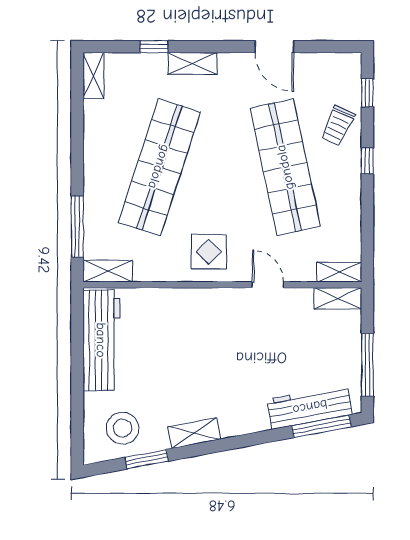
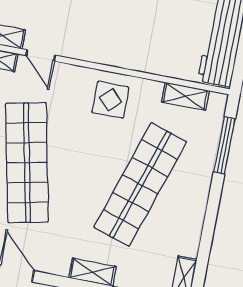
shelving: (108, 271) -> (185, 96), moved
door: (268, 285) -> (41, 55), moved

